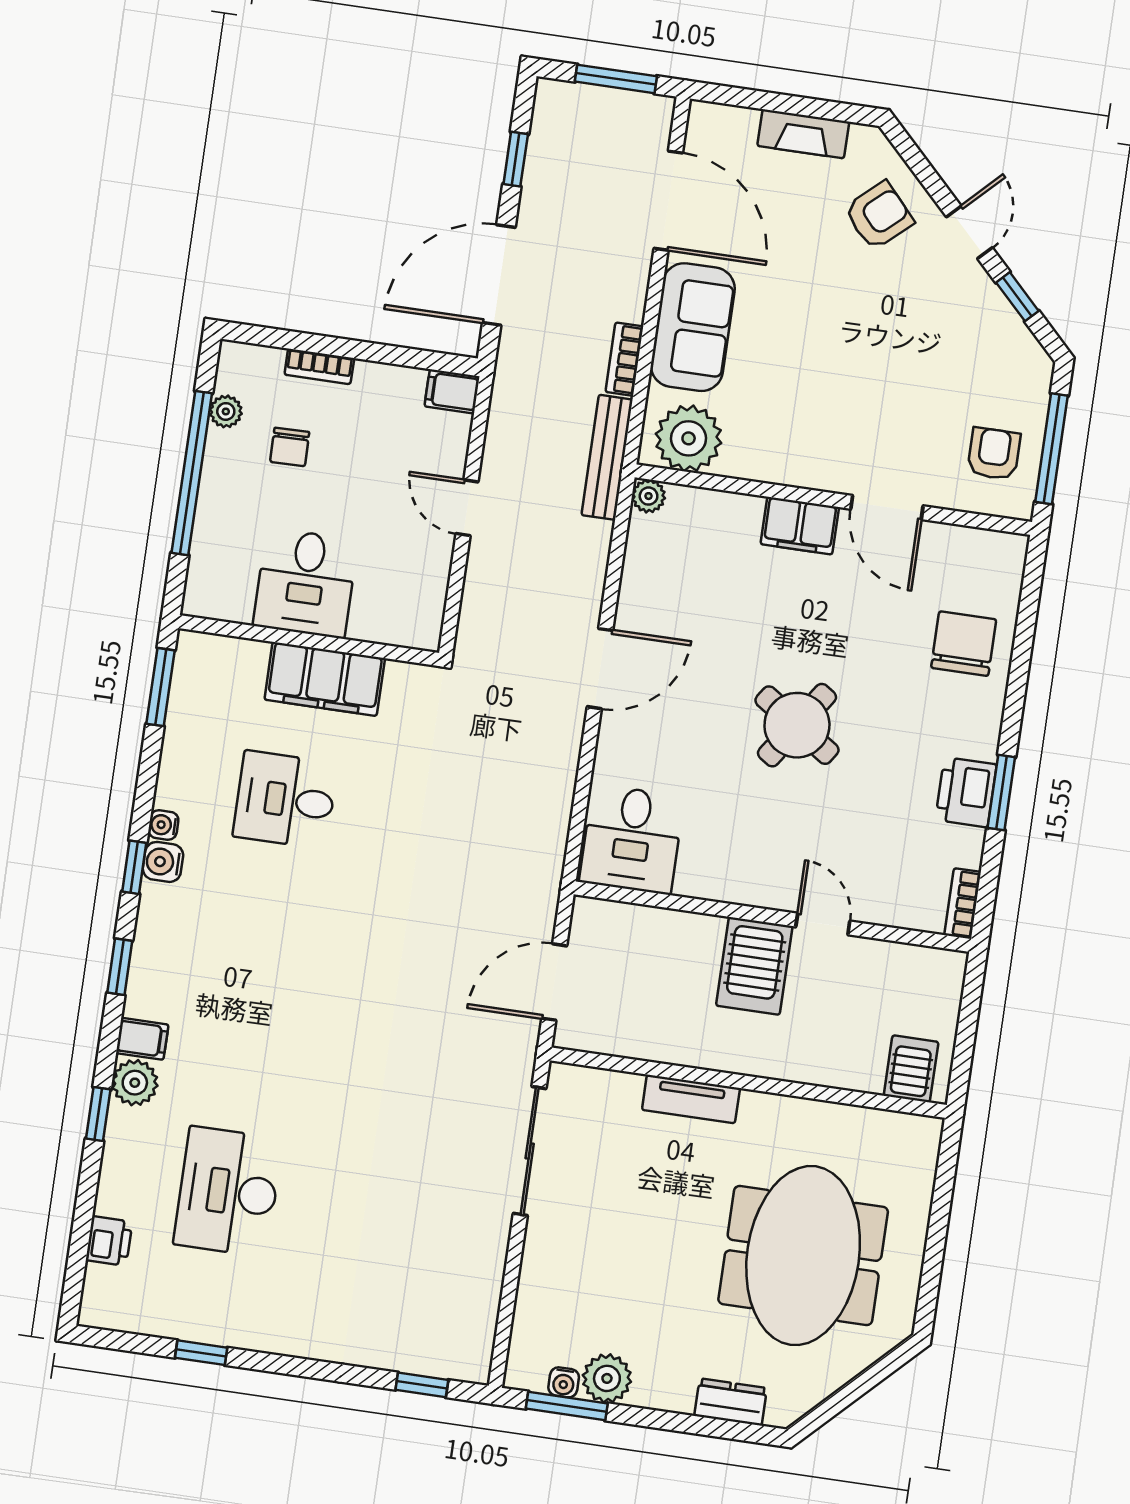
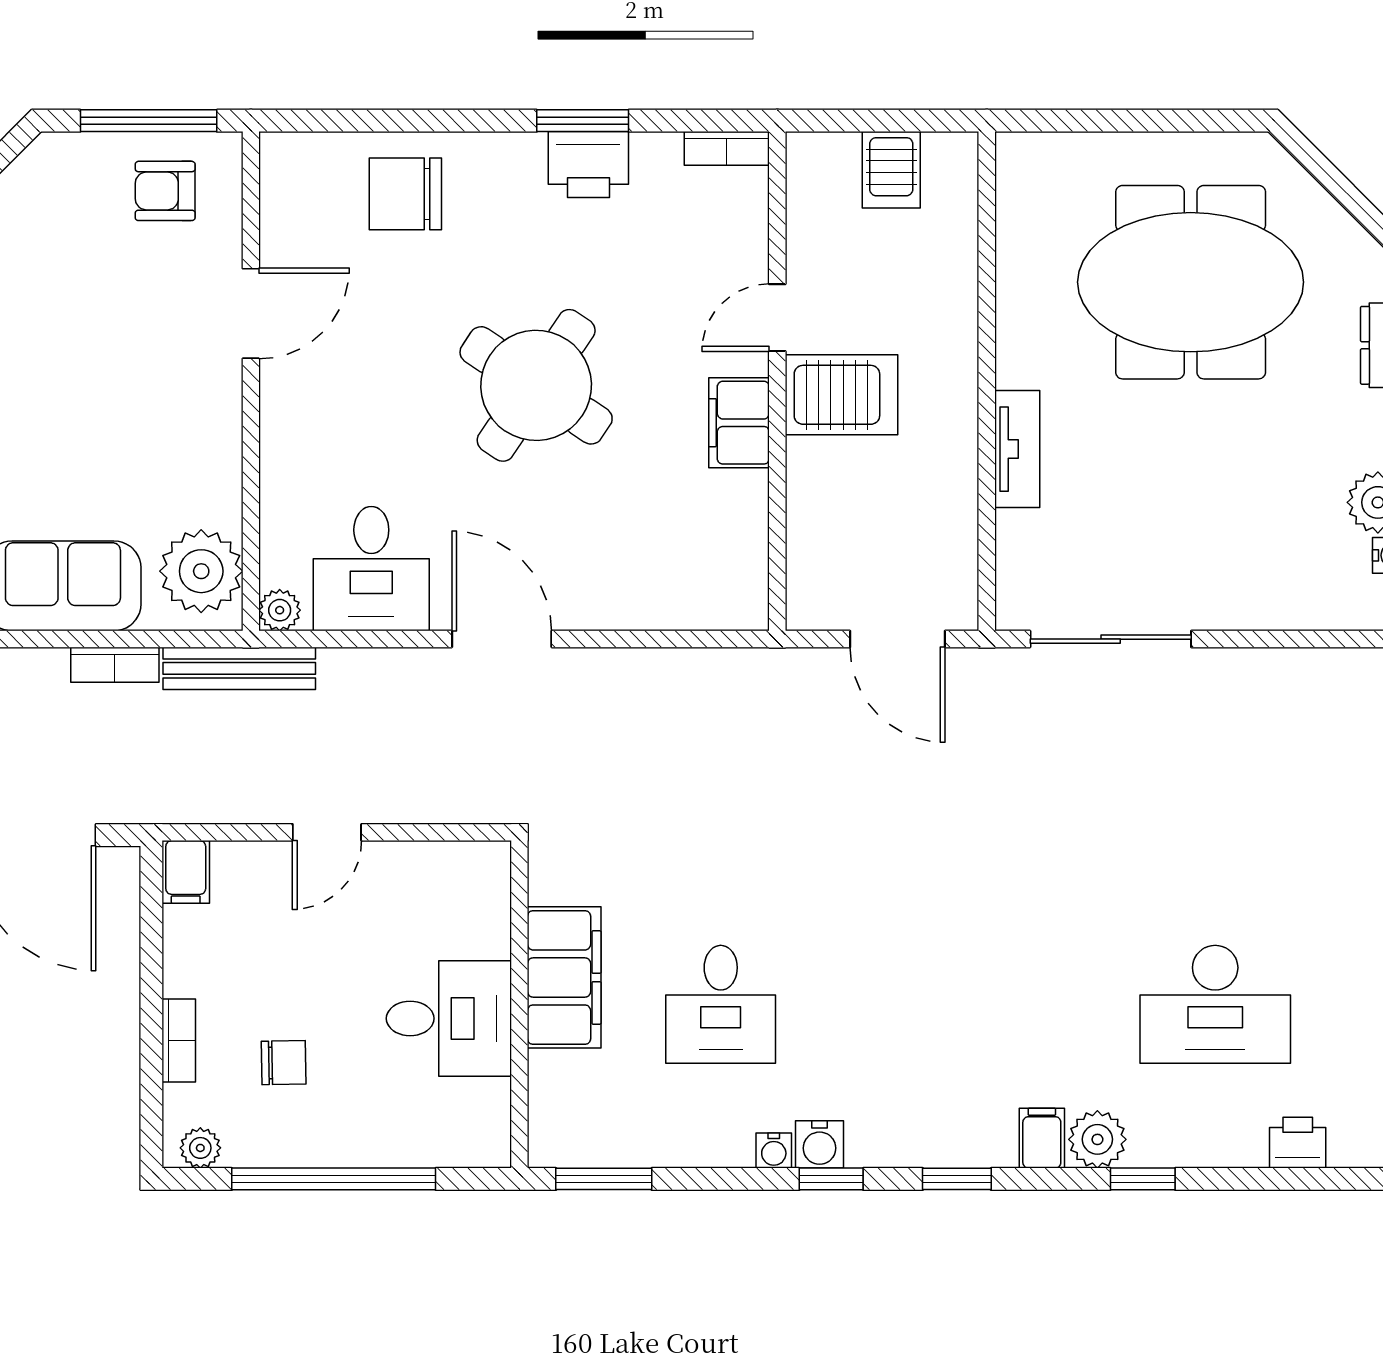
plant: (226, 411) -> (200, 1148), moved
filing cabinet: (800, 526) -> (739, 423), moved, turned 180
round table: (797, 725) -> (536, 385), width x1.36, depth x1.36
desk: (632, 839) -> (371, 569), moved, turned 90
server rack: (911, 1069) -> (891, 170), moved, turned -90

